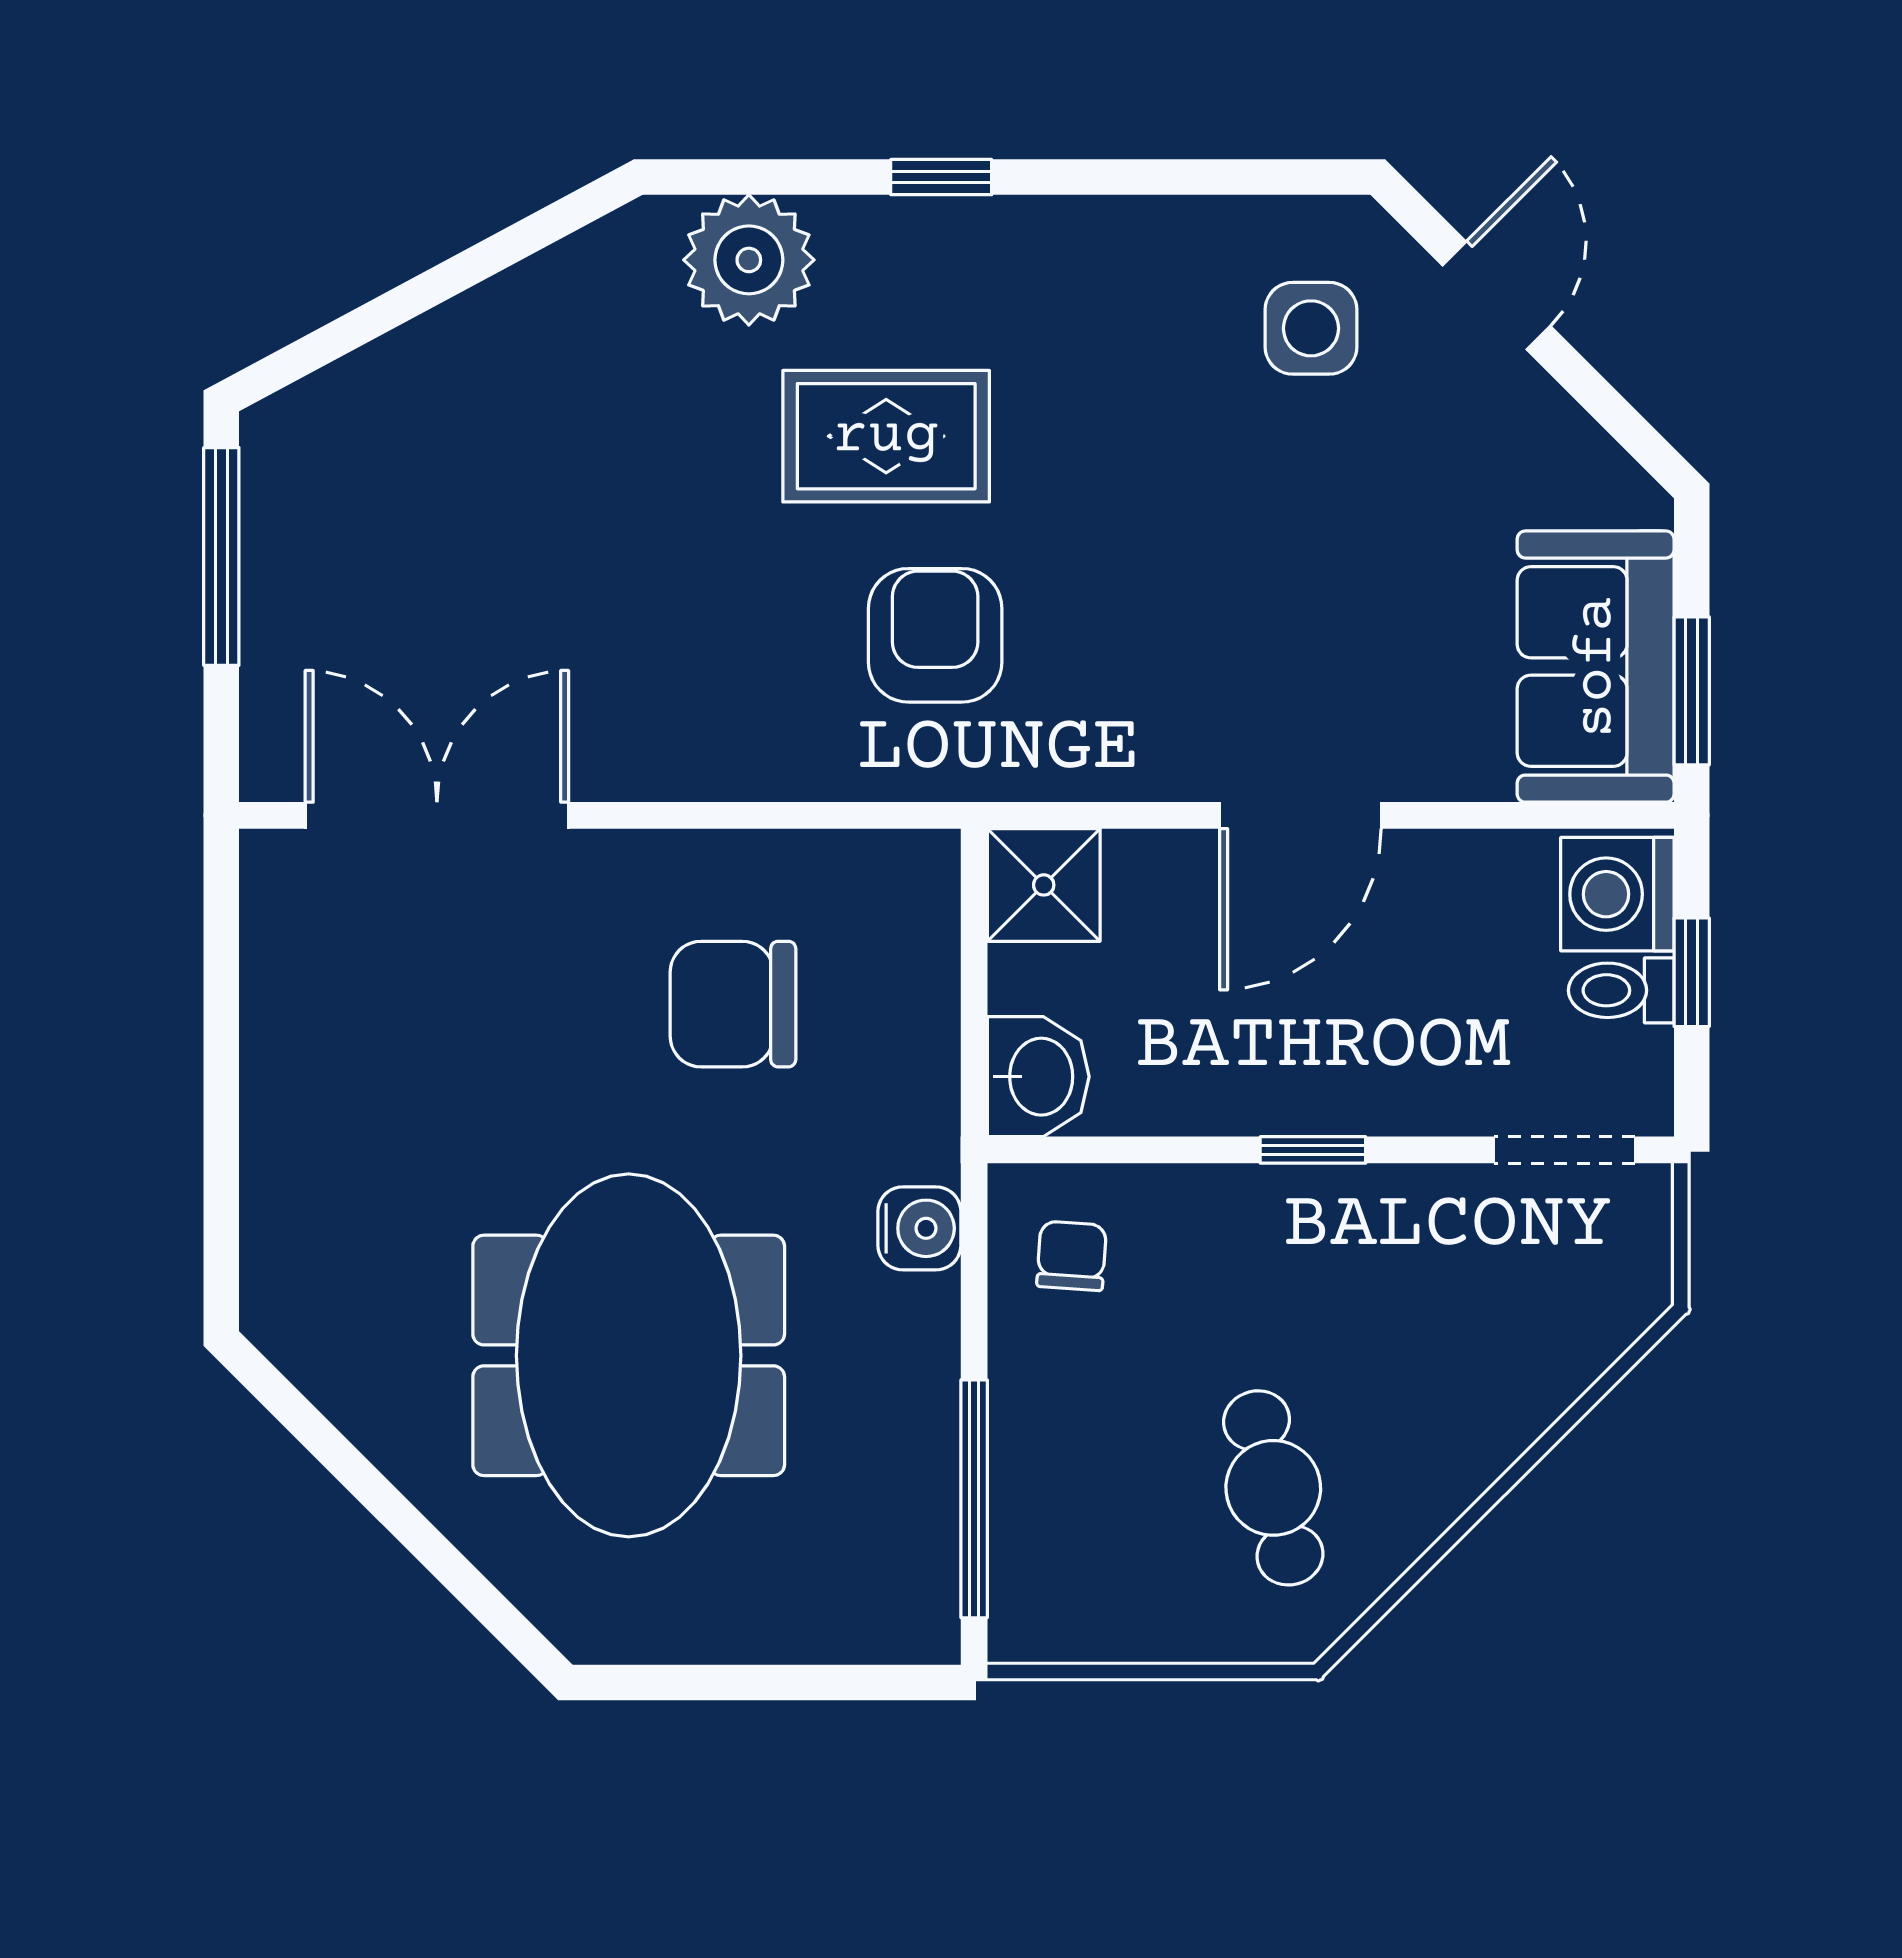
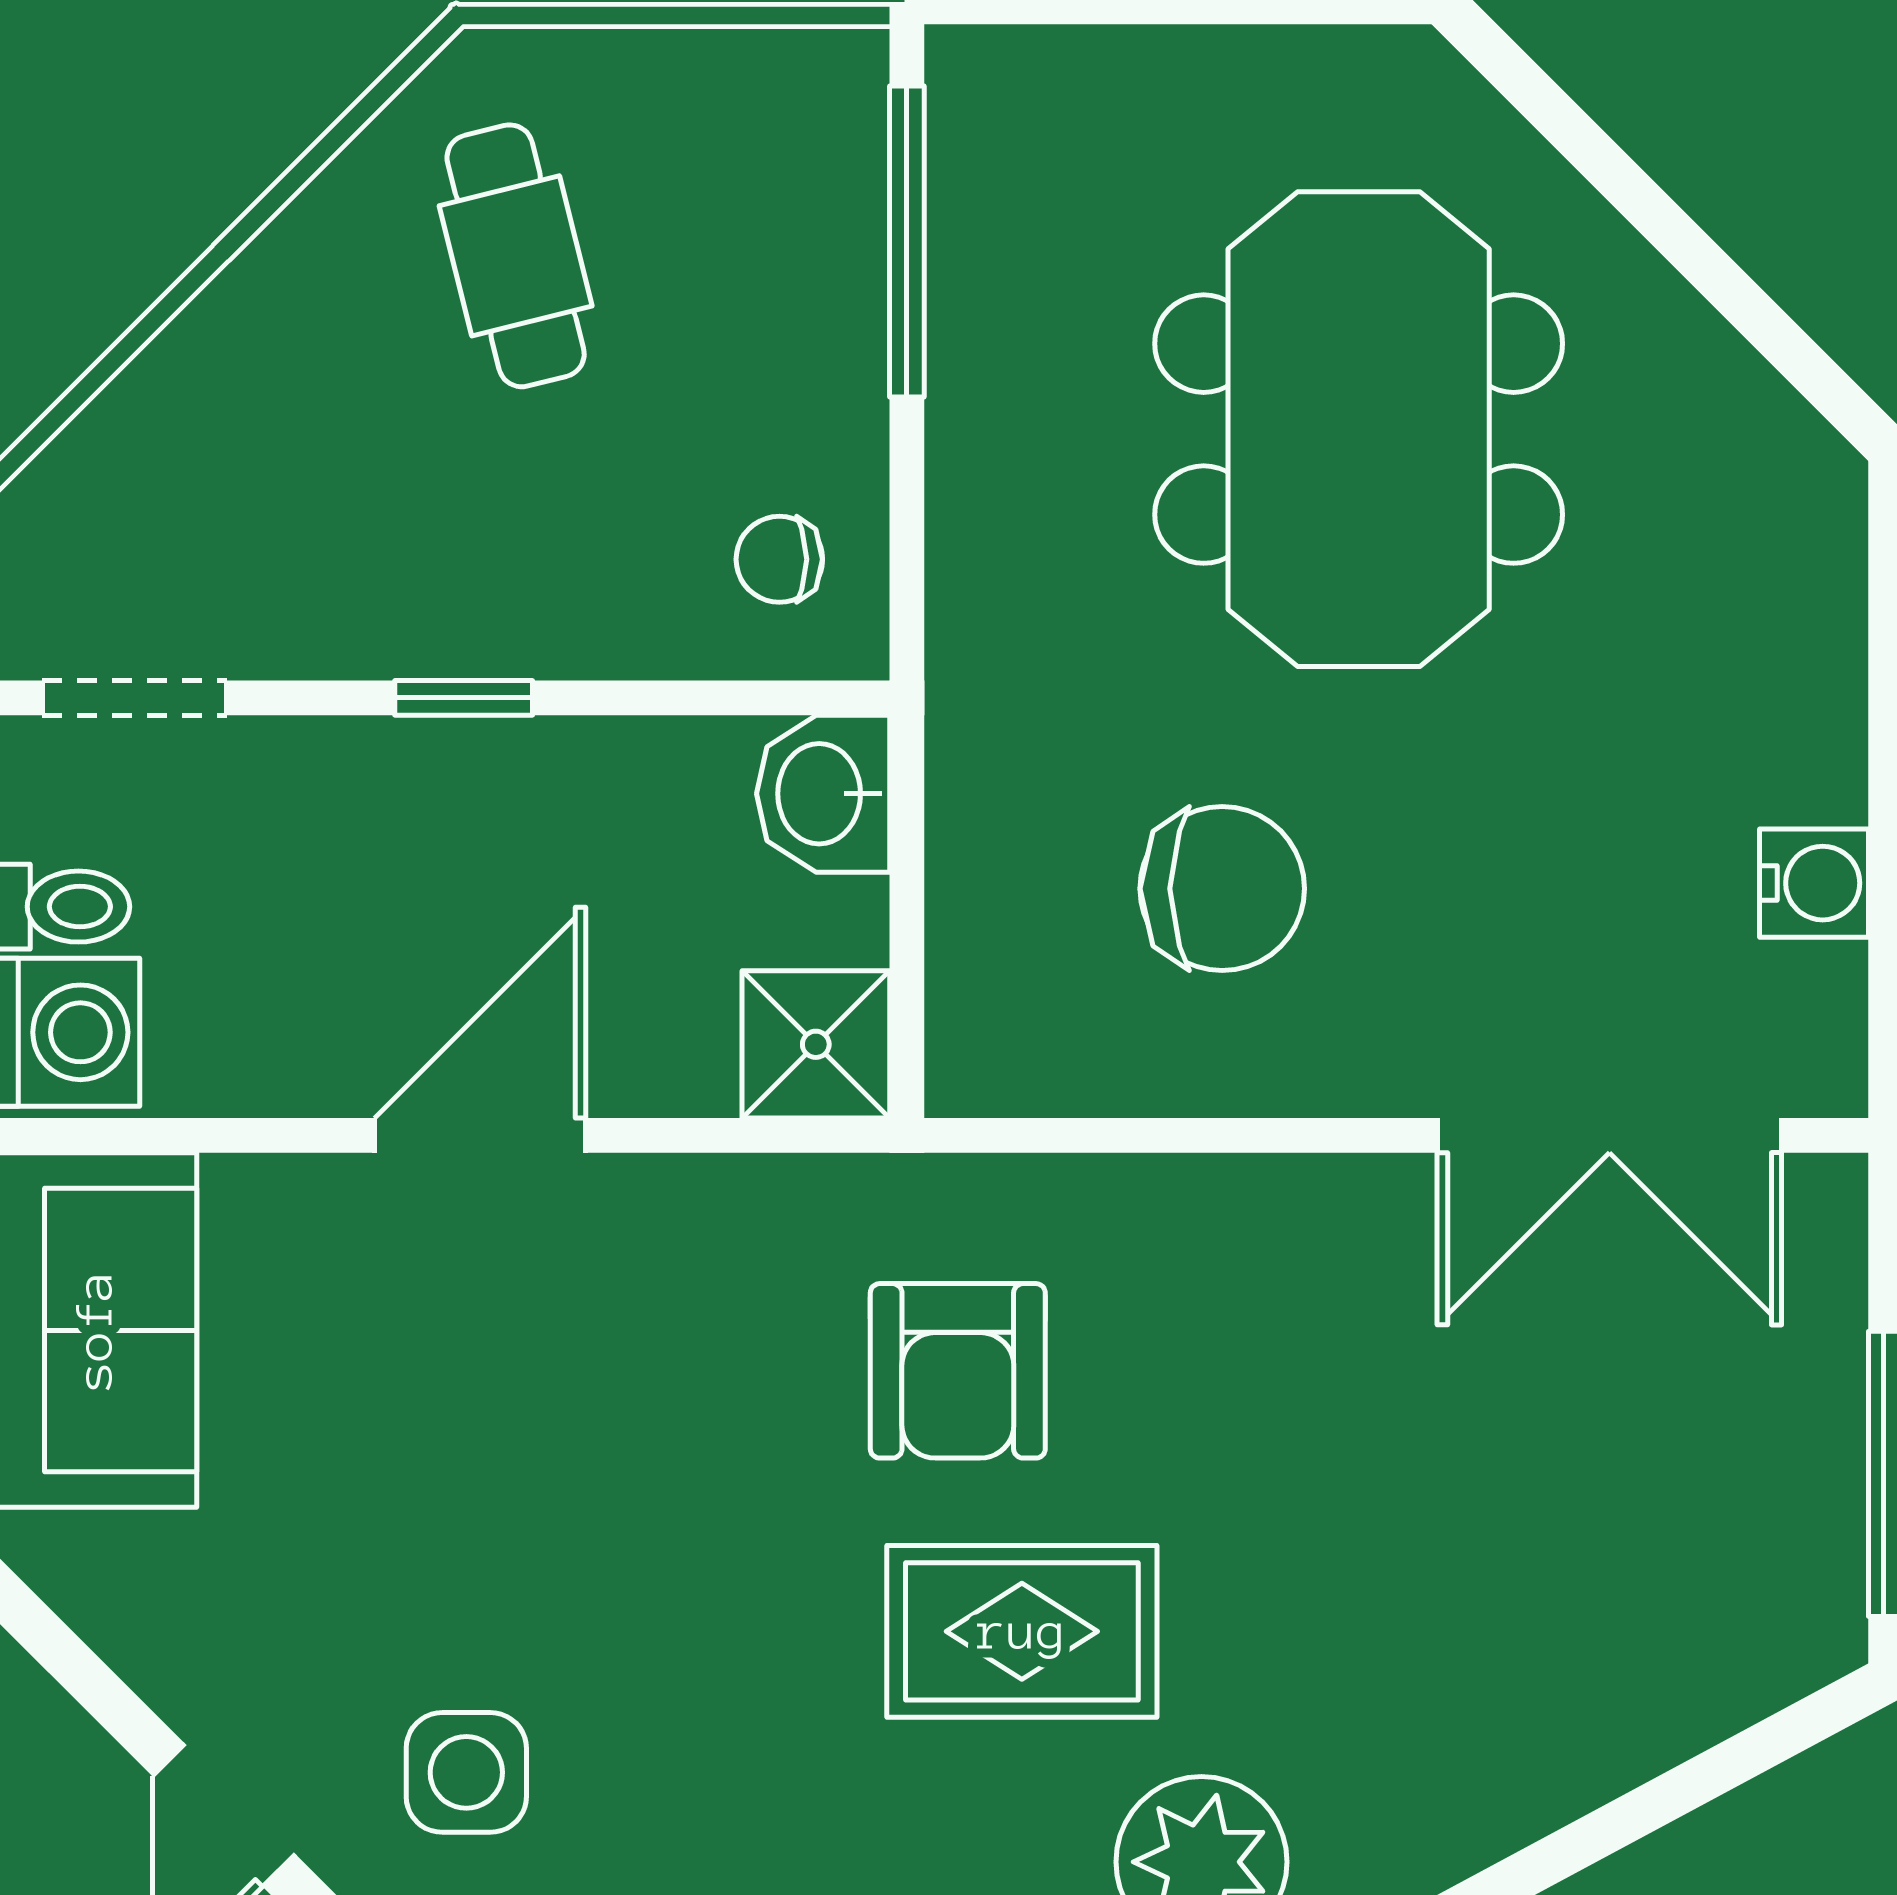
water cooler: (919, 1228) -> (1814, 883), moved, turned 180
chair: (1072, 1256) -> (779, 559), turned 86

